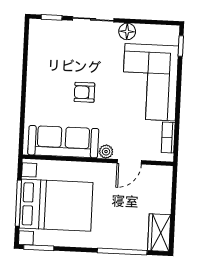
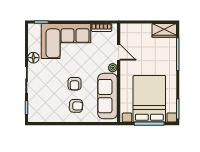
armchair: (51, 93) -> (76, 106), added

